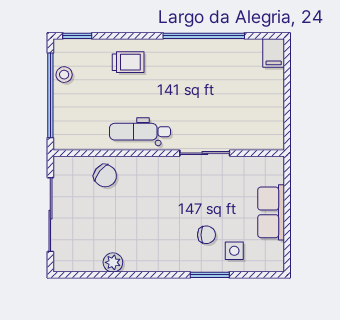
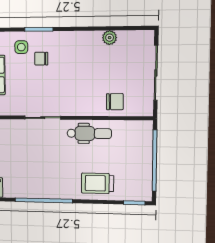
trolley: (128, 62) -> (98, 183), width x1.36, depth x1.39
stool: (64, 75) -> (144, 175), removed
chair: (105, 176) -> (115, 102), turned 140

